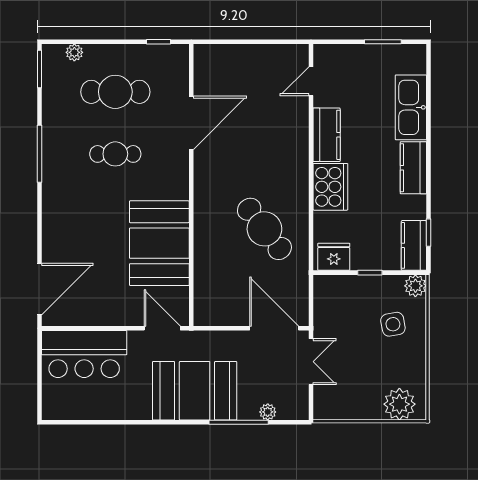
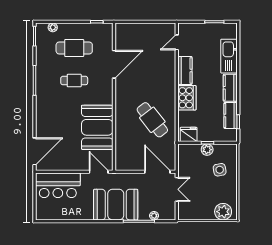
kitchen counter: (414, 245) -> (231, 115), moved
plant: (415, 286) -> (207, 150), moved

